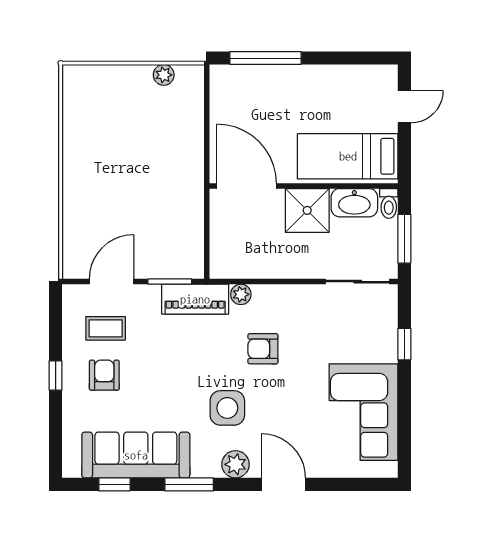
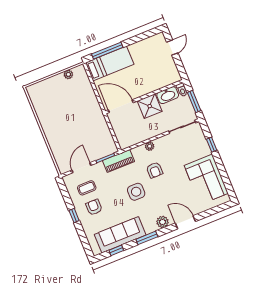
bed: (348, 156) -> (110, 64), moved, turned 180
plant: (241, 294) -> (150, 146), moved
armchair: (263, 349) -> (155, 170), turned -90
side table: (227, 408) -> (136, 192), moved

